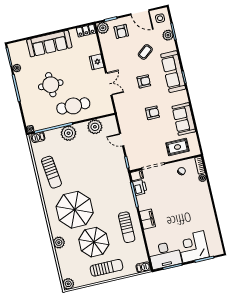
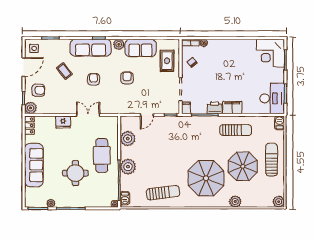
plant: (168, 35) -> (119, 44), moved
printer: (140, 187) -> (215, 108), moved
corner desk: (193, 247) -> (270, 53), moved

